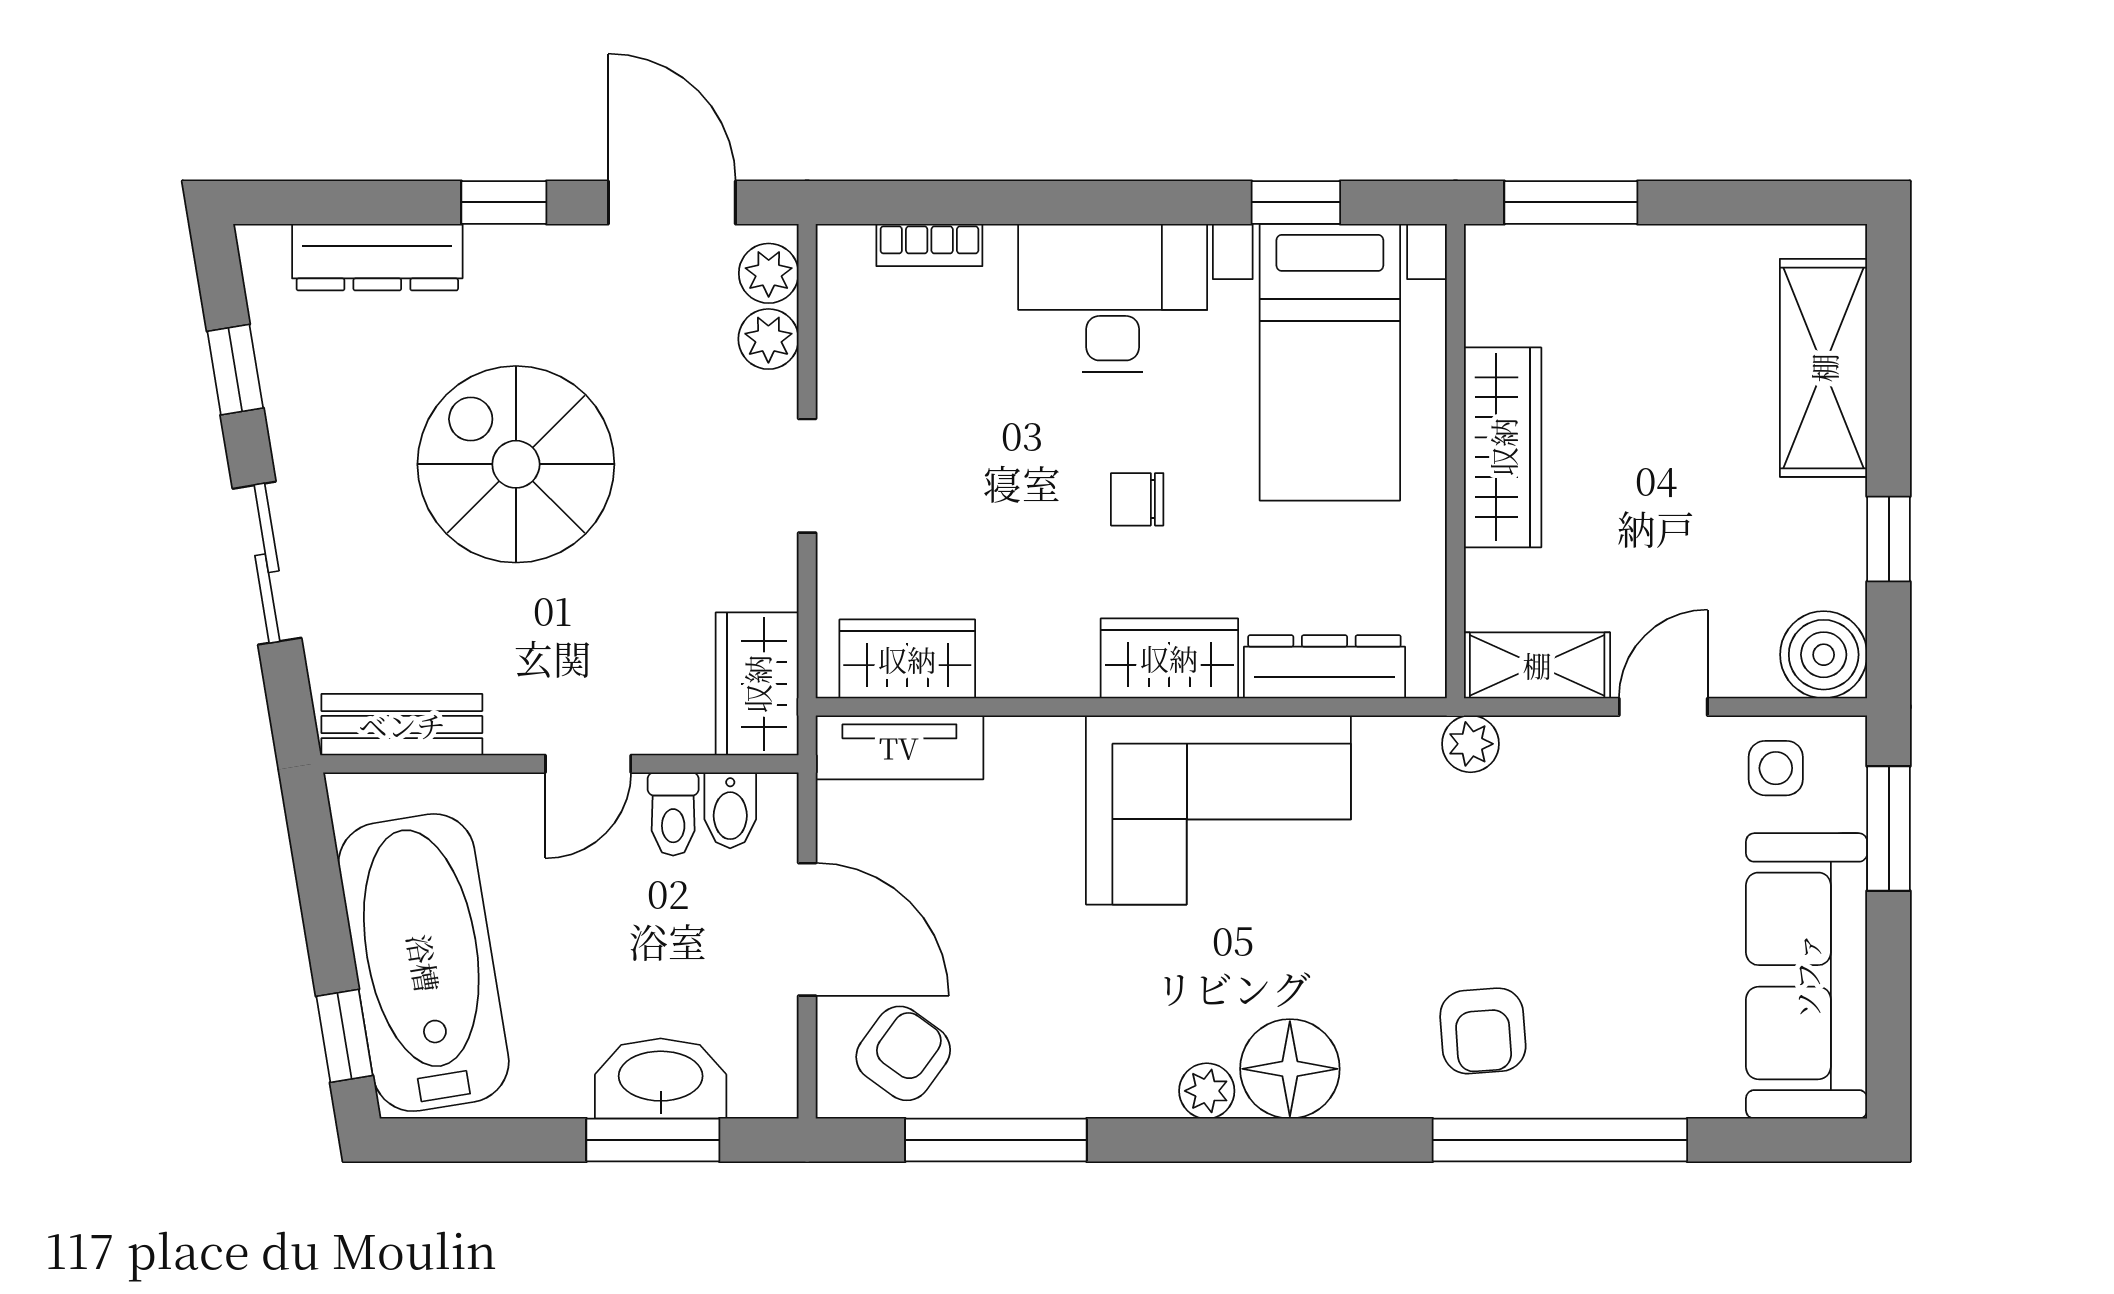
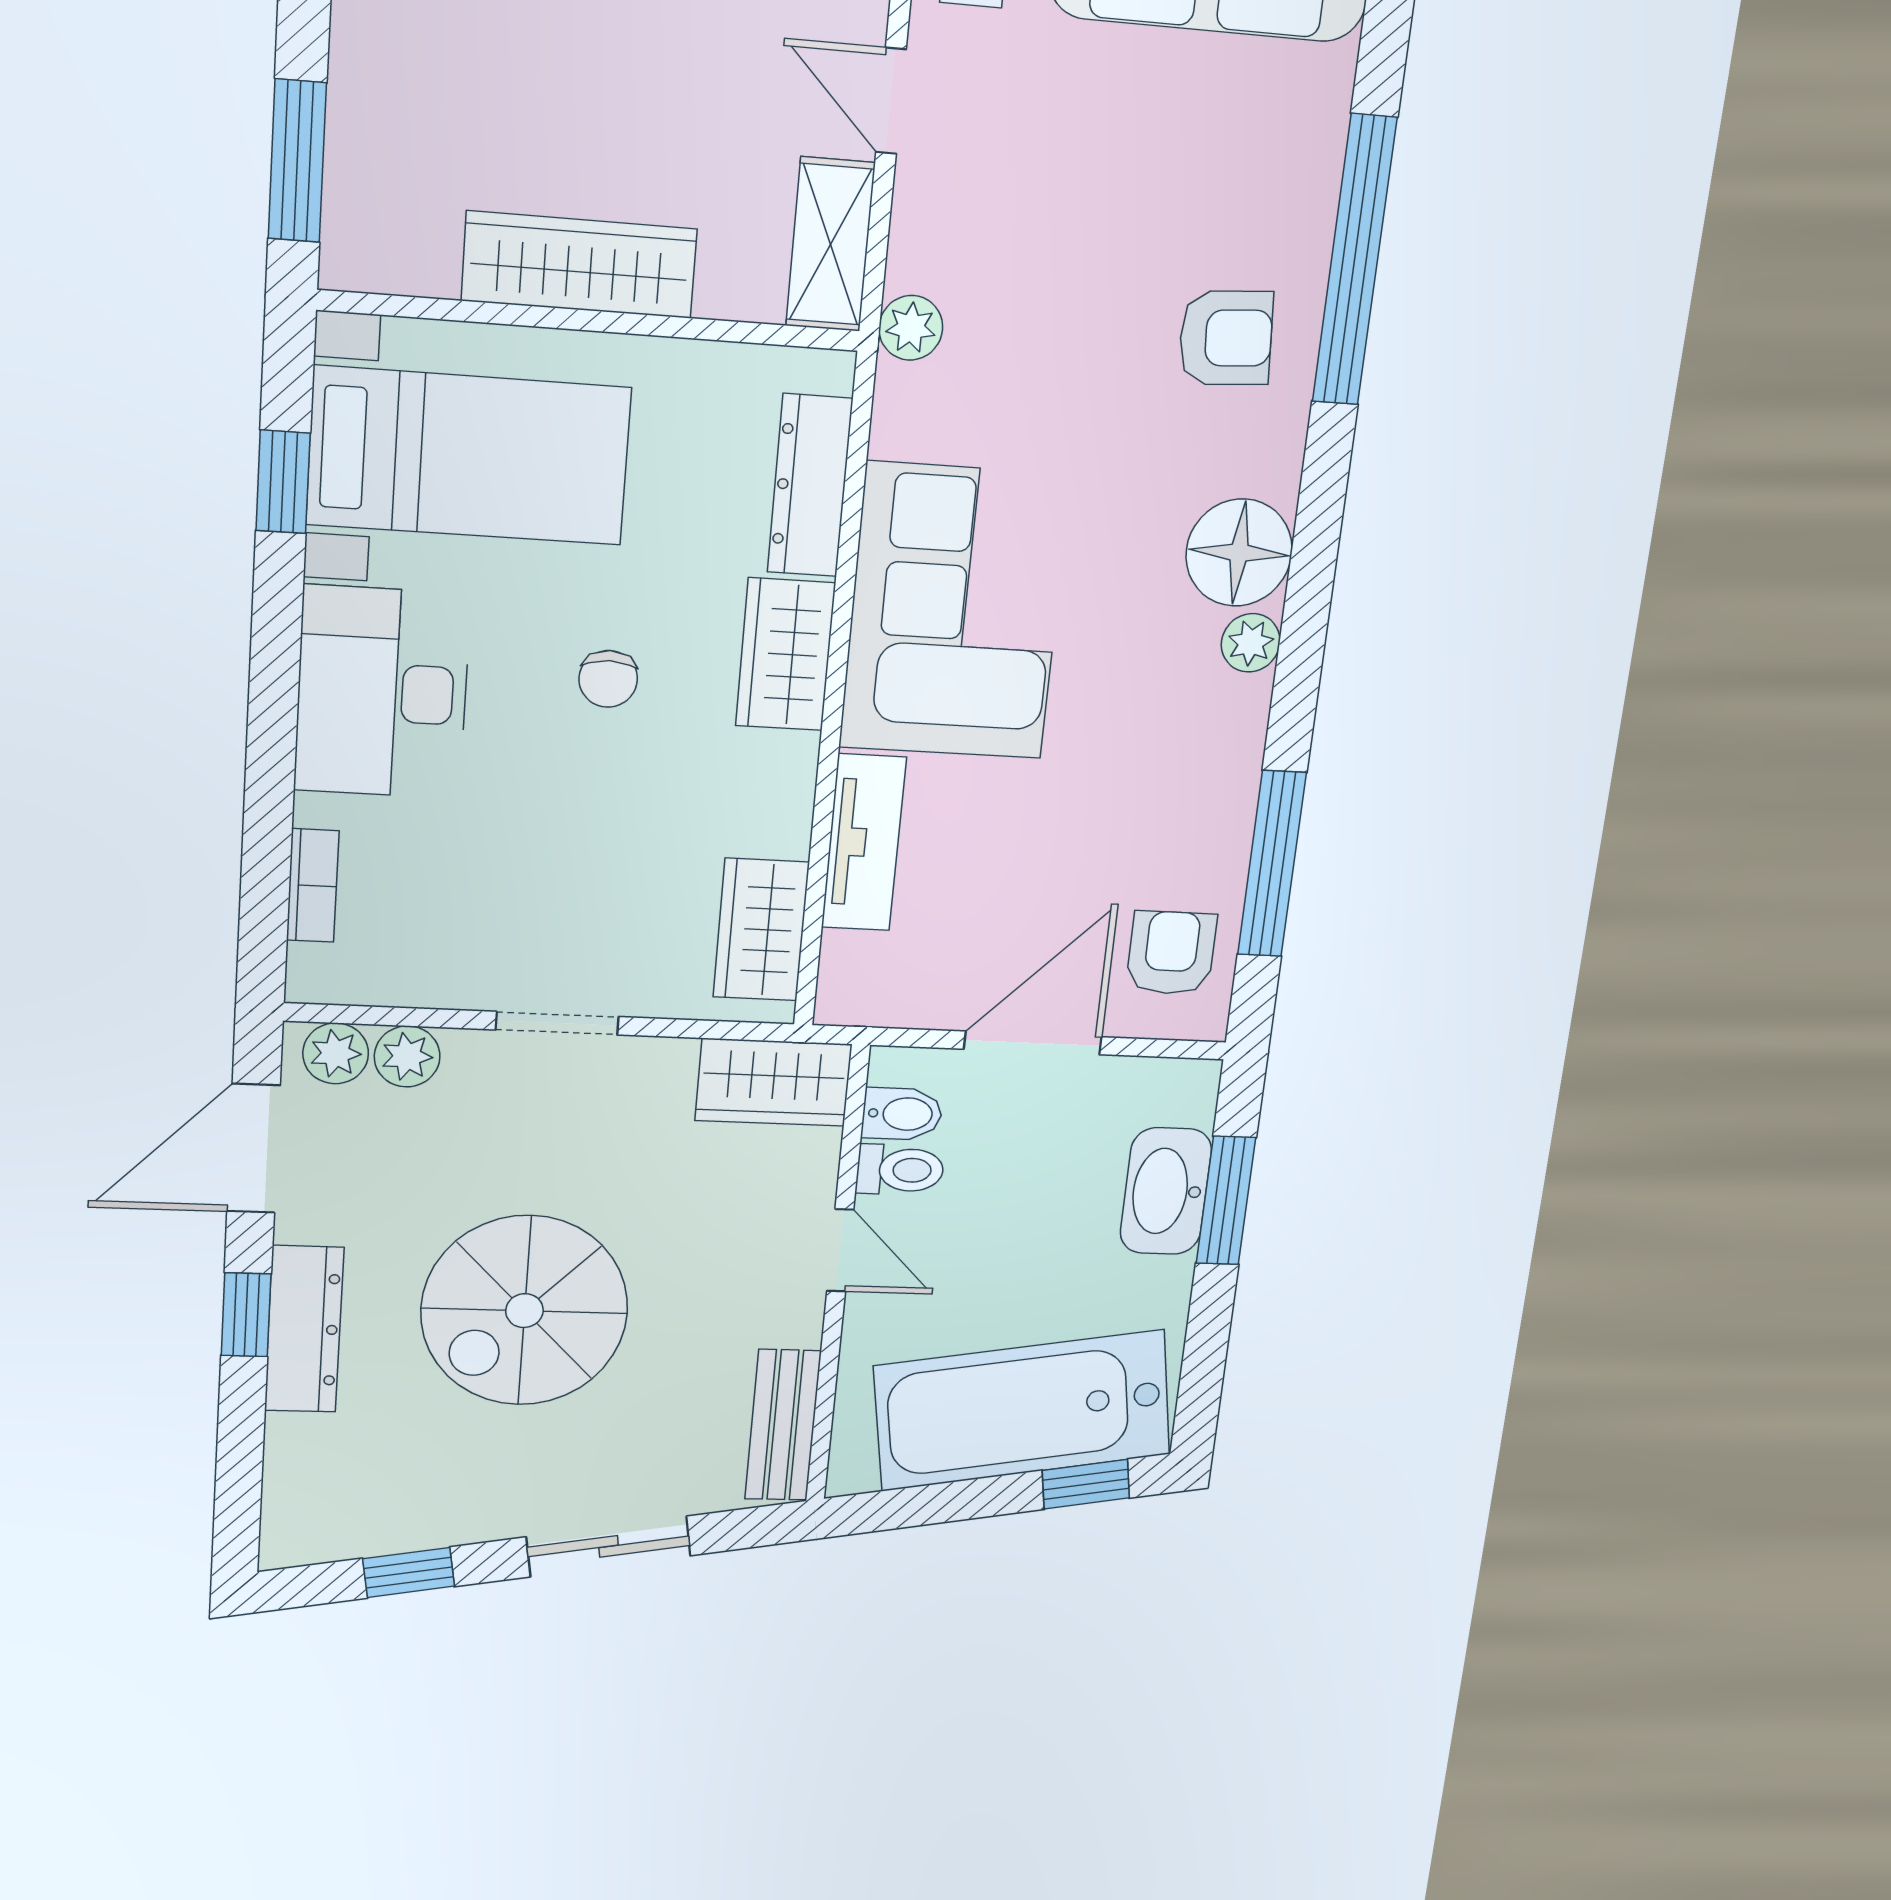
dresser: (377, 257) -> (304, 1329), moved
tv unit: (899, 747) -> (864, 842), moved
armchair: (903, 1053) -> (1171, 953), turned 54

